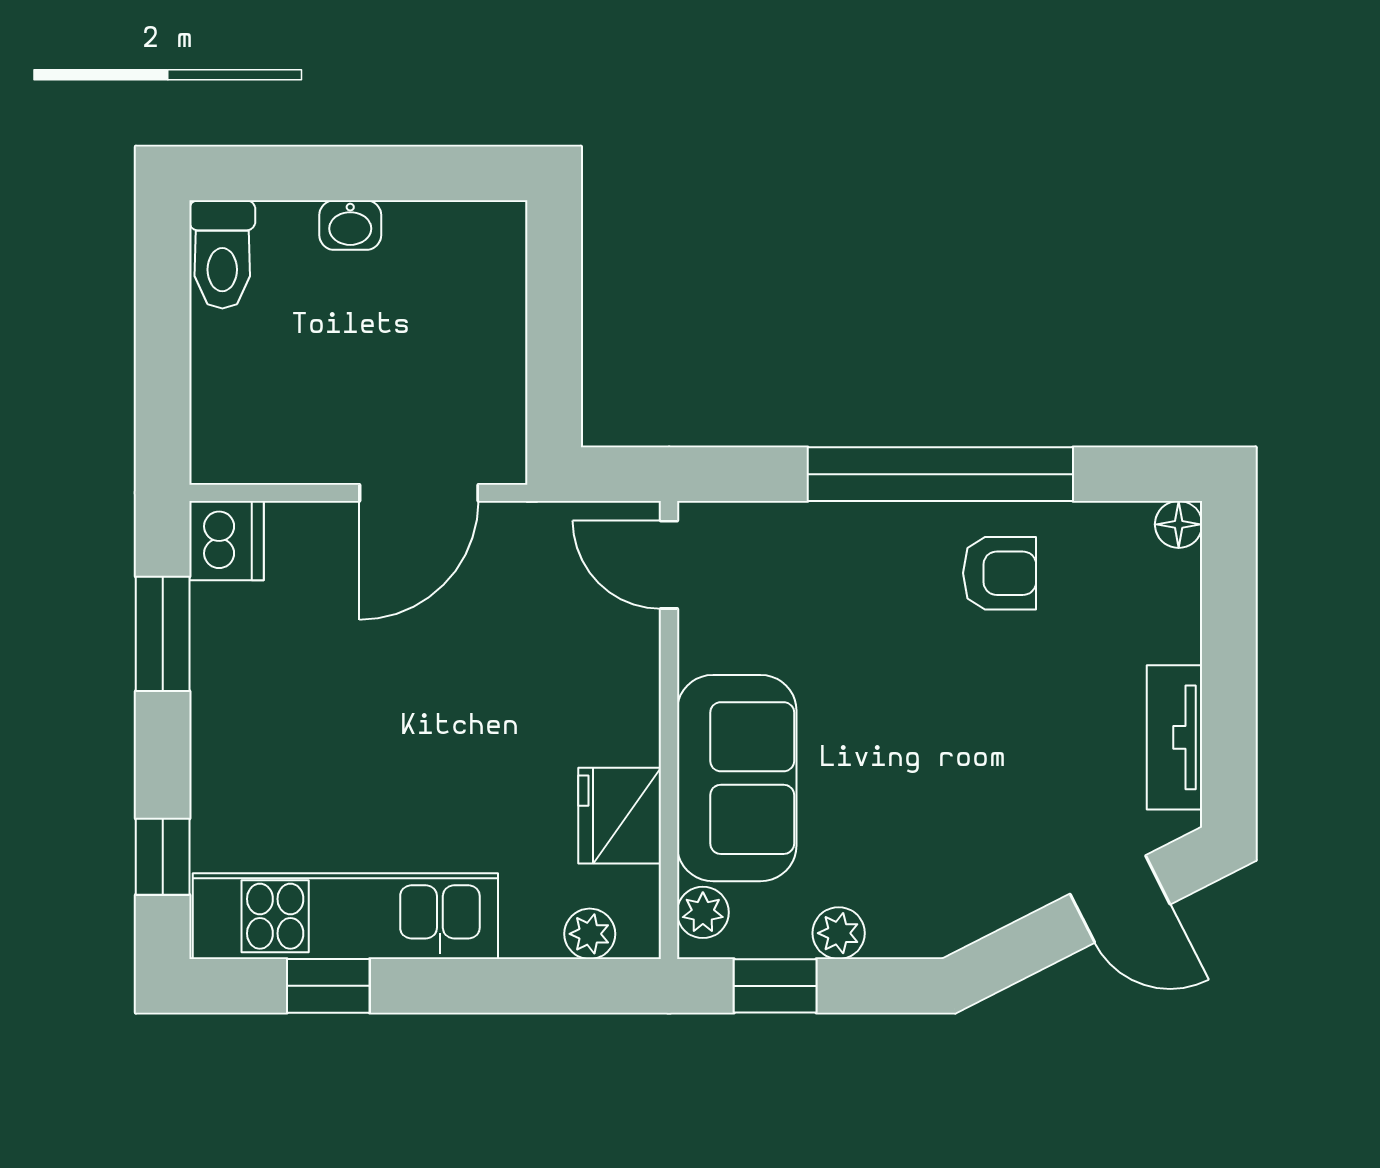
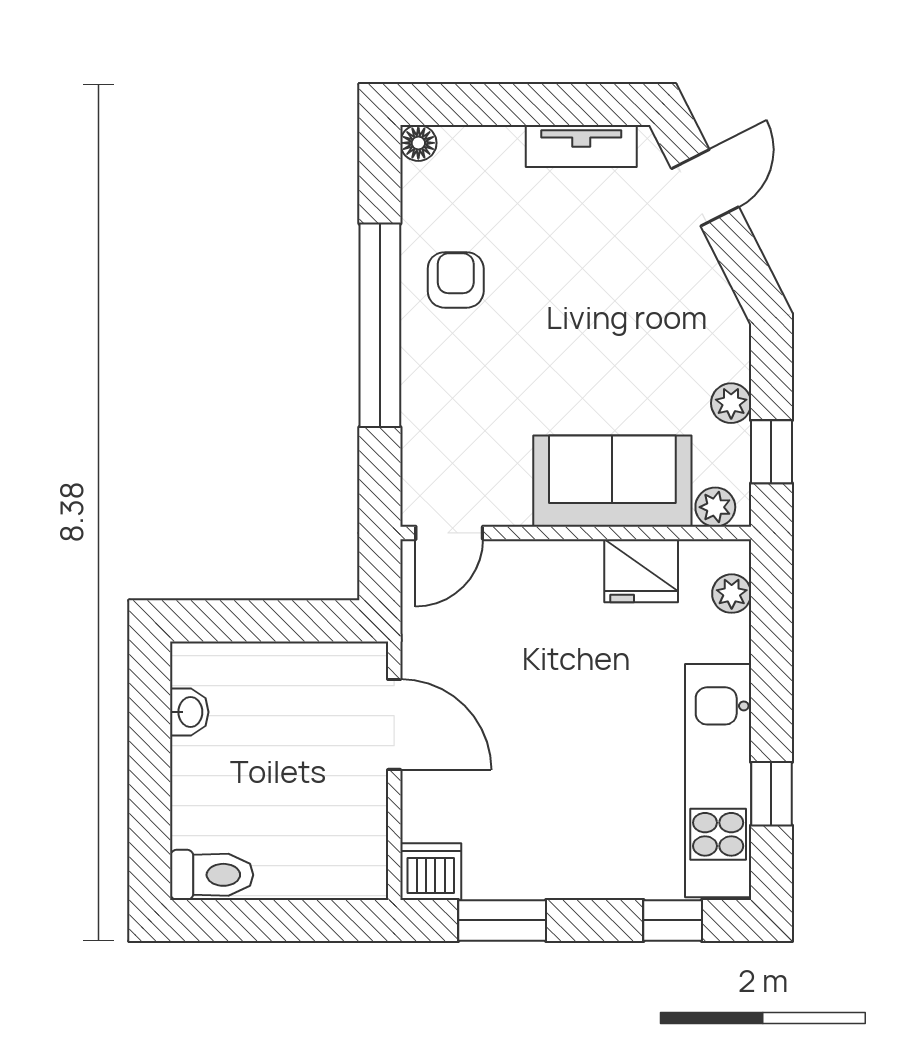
washbasin: (350, 225) -> (189, 712), moved

